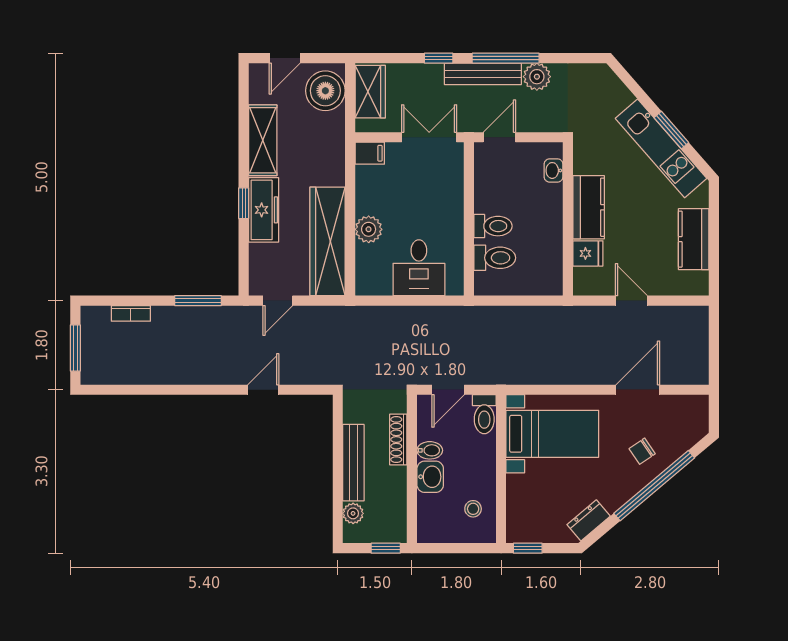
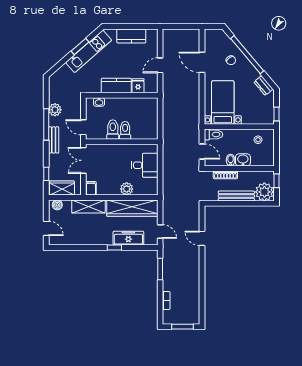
window: (439, 58) -> (46, 174), moved
bench: (483, 74) -> (54, 140), width x0.73
boiler: (325, 91) -> (57, 205), width x0.54, depth x0.54
shelving: (263, 140) -> (88, 206), moved
freezer: (264, 210) -> (128, 238), moved
toilet: (495, 258) -> (113, 130), moved
plant: (353, 513) -> (264, 192), width x1.88, depth x1.88

